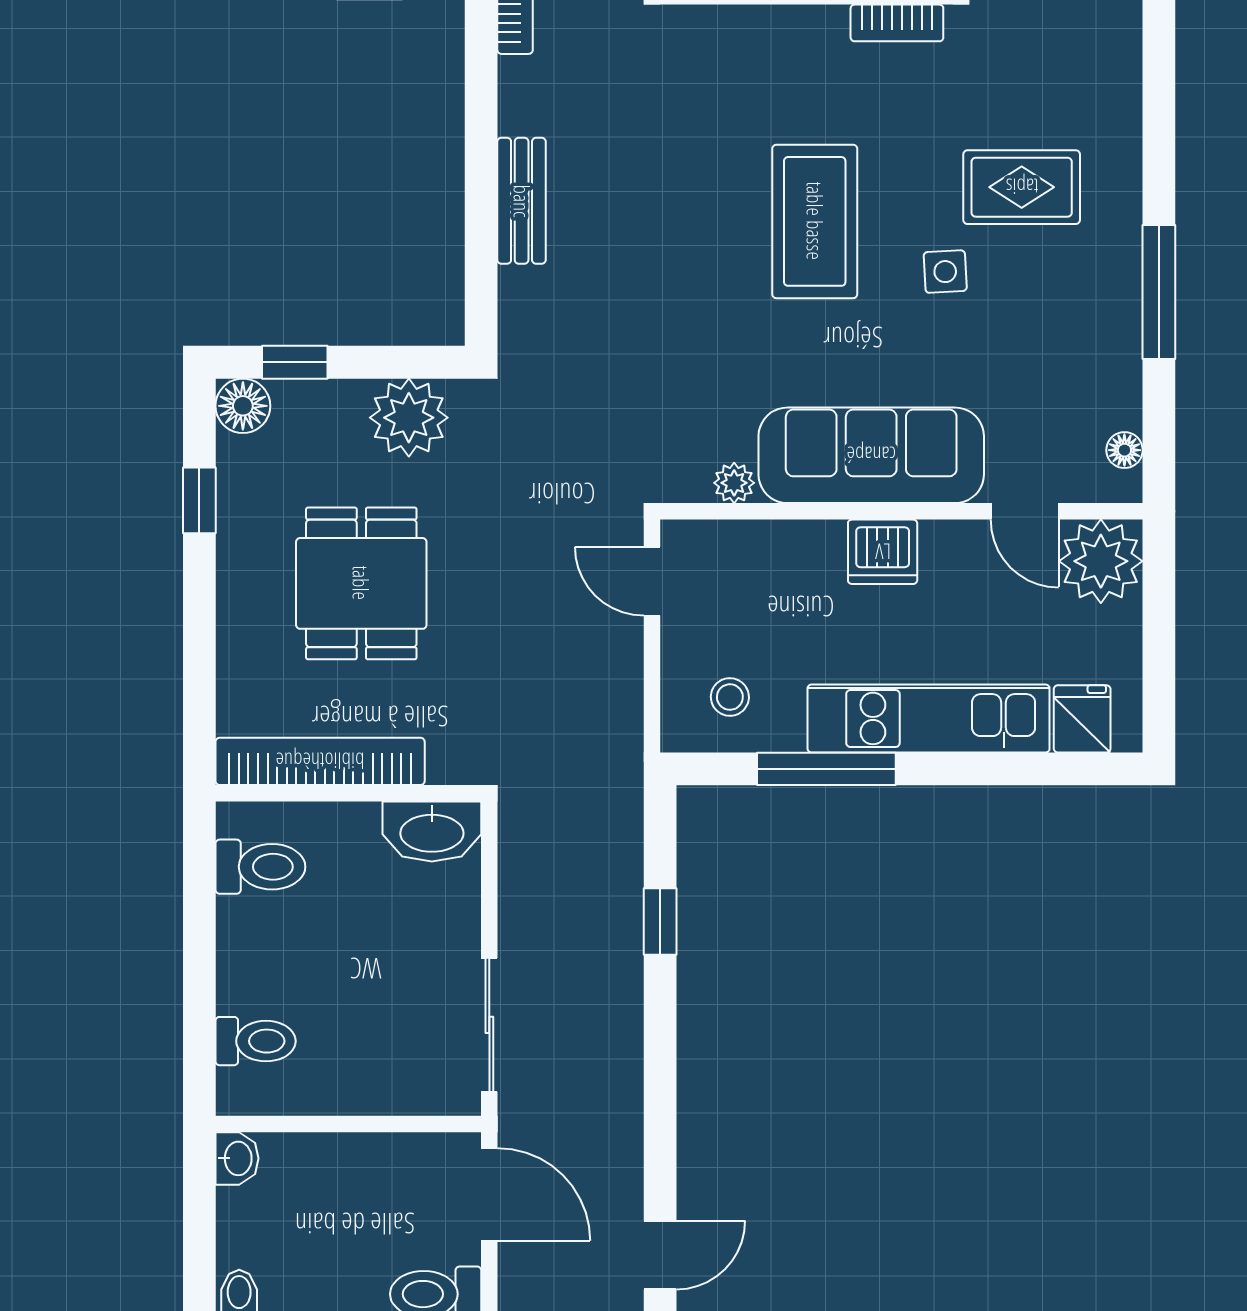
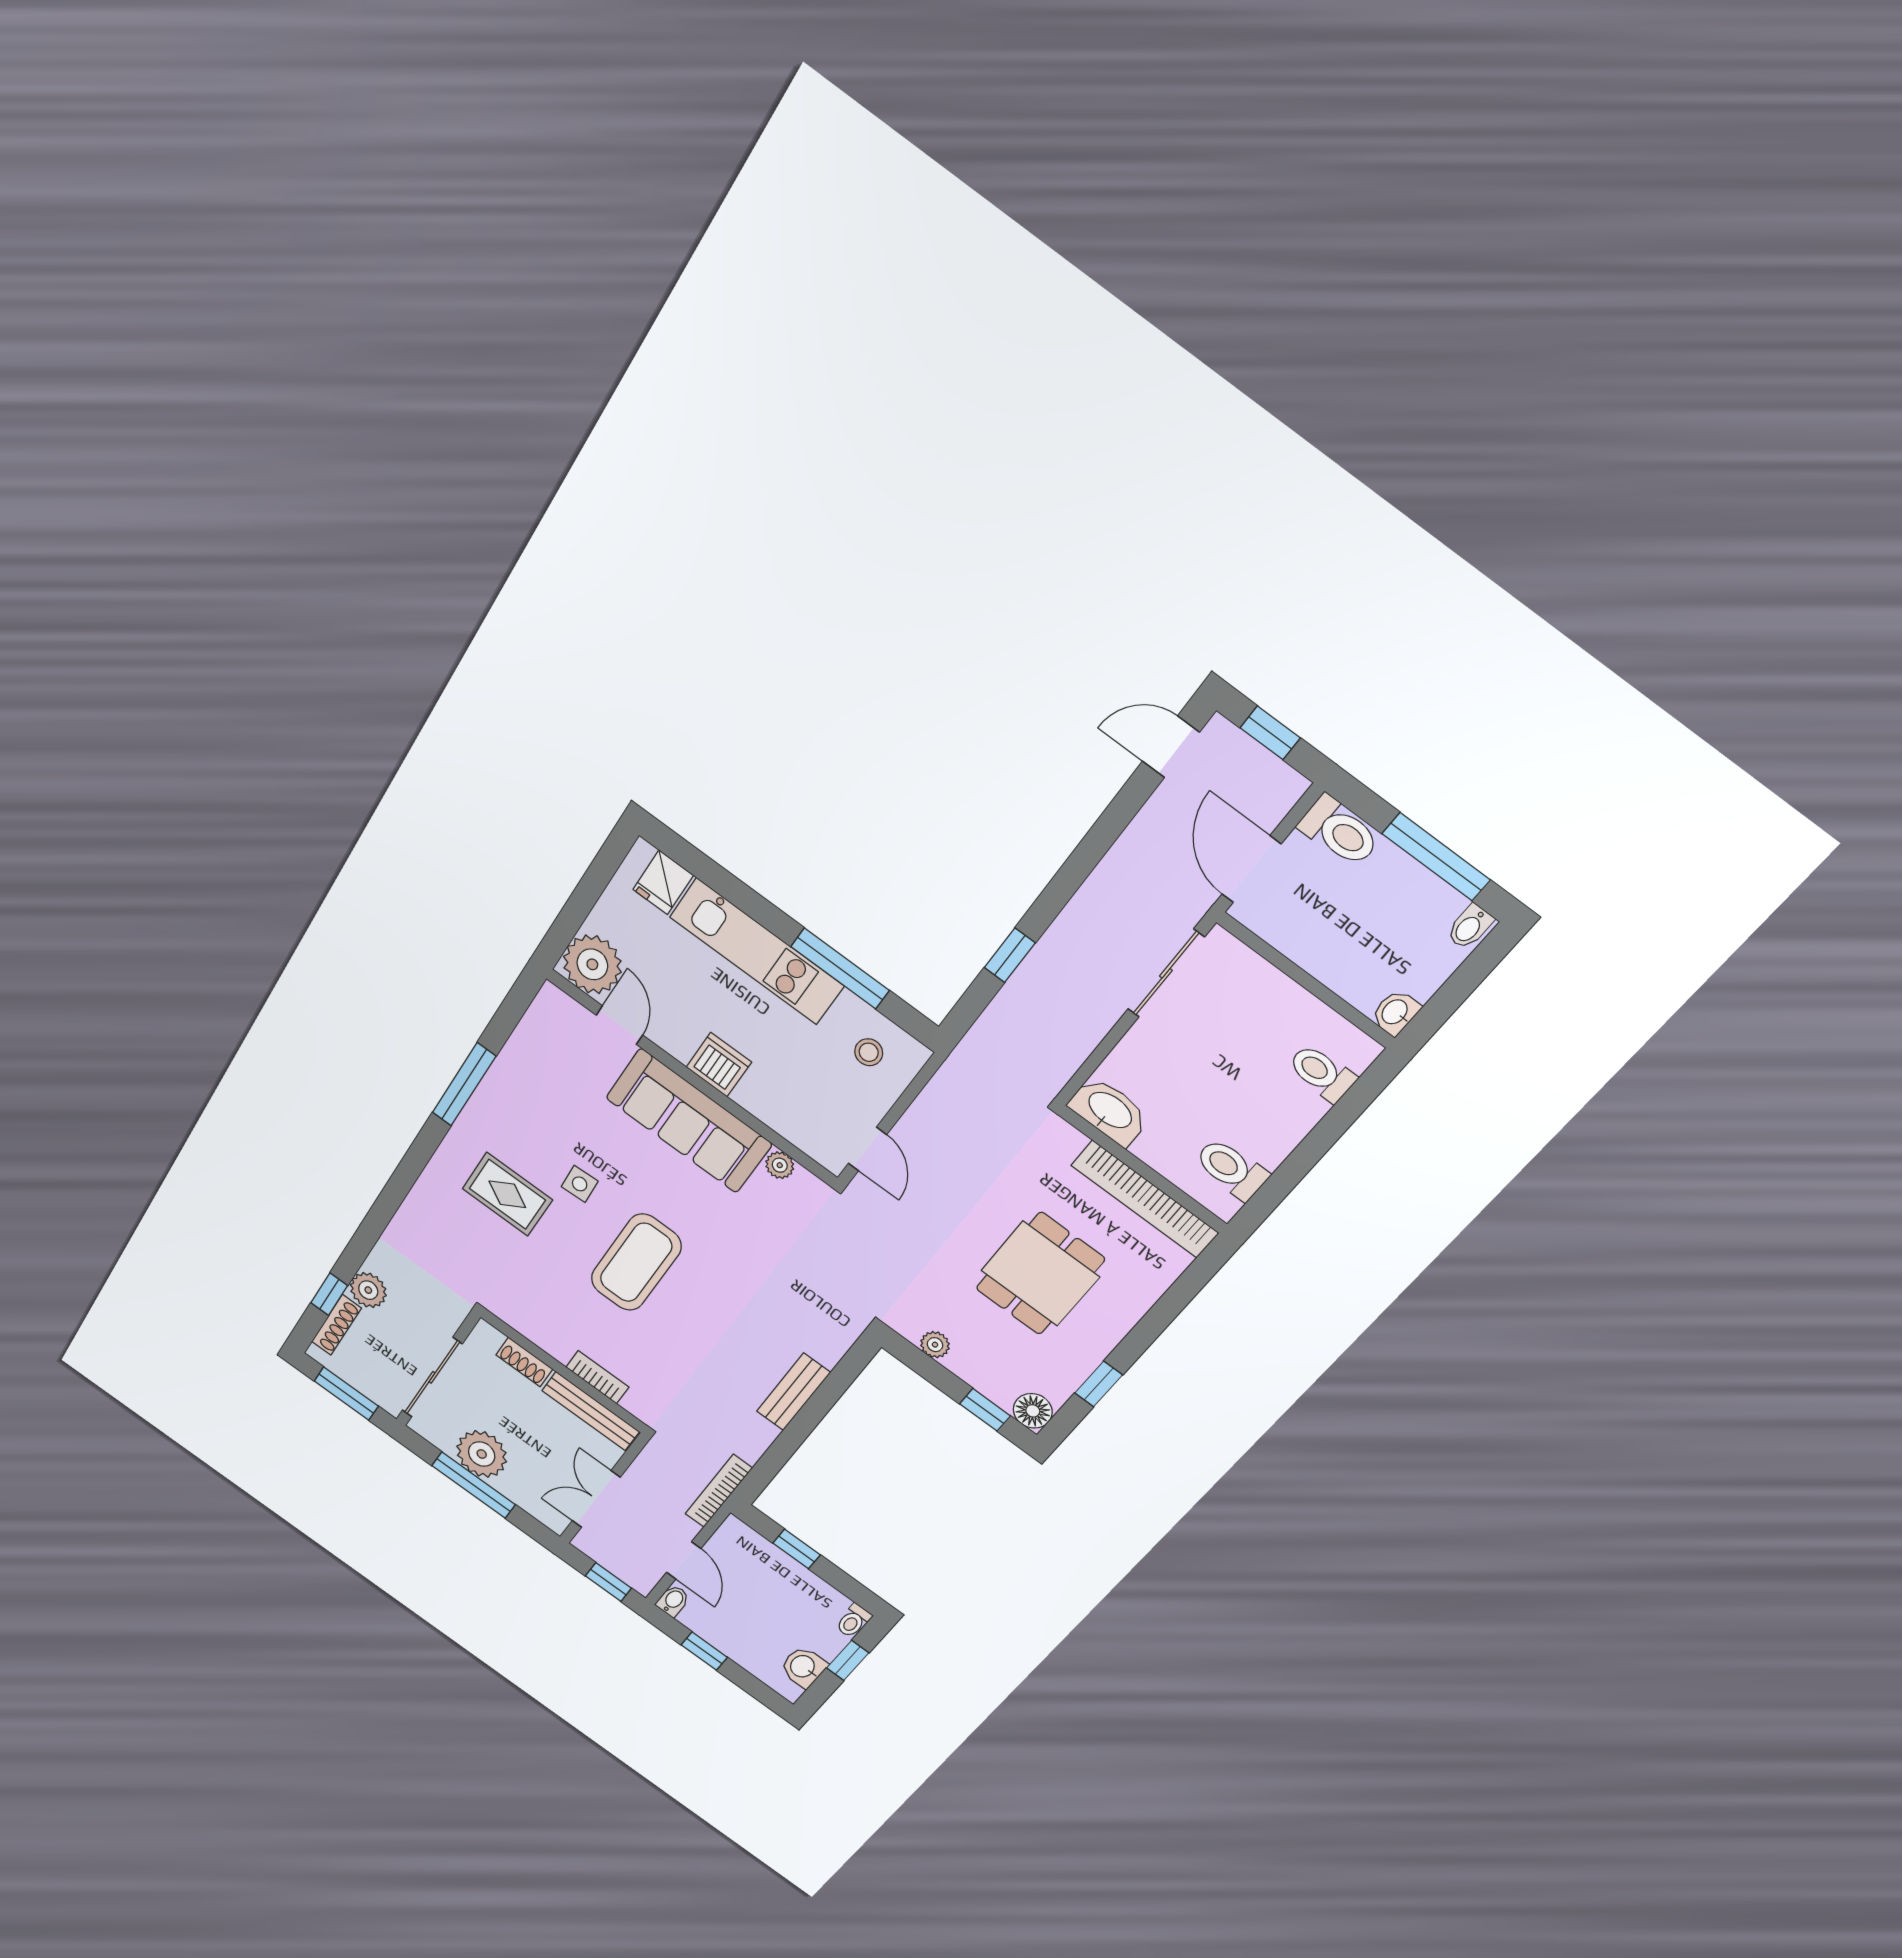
bookcase: (897, 23) -> (597, 1377), moved
plant: (409, 418) -> (935, 1345), width x0.53, depth x0.53
floor lamp: (1124, 450) -> (538, 1015), removed

